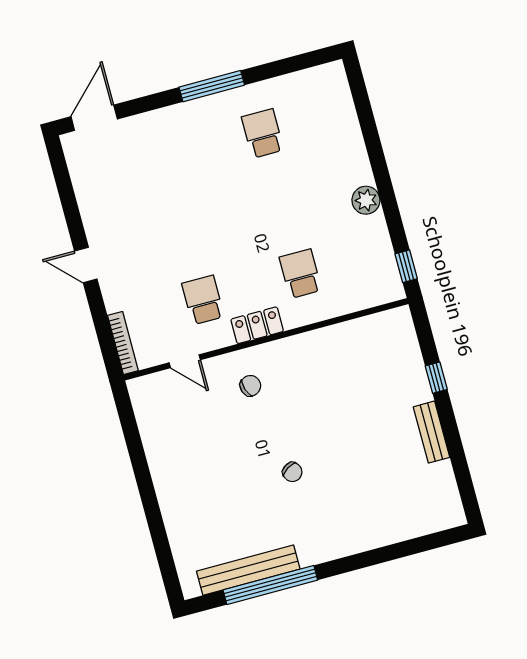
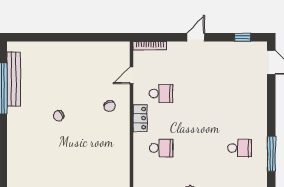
window: (212, 86) -> (271, 154), moved
window: (63, 181) -> (242, 37), added

